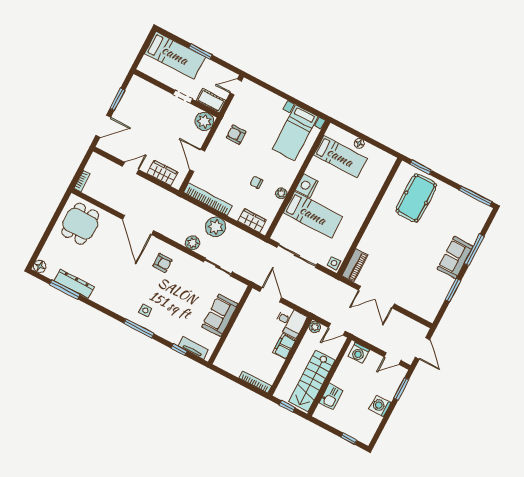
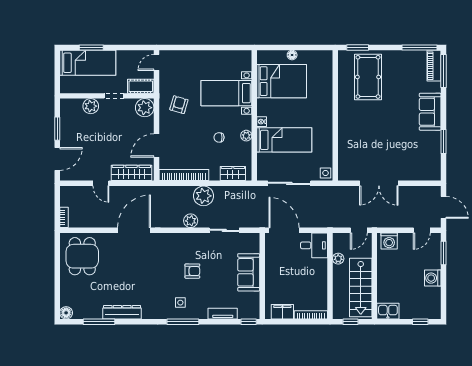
window: (200, 52) -> (91, 48), moved
plant: (157, 95) -> (91, 106), added
bed with nightstands: (295, 133) -> (226, 93), moved, turned 90
armchair: (236, 135) -> (179, 105), turned 106
bed: (340, 157) -> (282, 81), width x1.50
door: (197, 160) -> (156, 146), hinge flipped
door: (131, 168) -> (101, 183), swing flipped
wardrobe: (162, 173) -> (131, 173), width x1.50
nightstand: (307, 186) -> (262, 122), width x0.53, depth x0.56
door: (138, 225) -> (134, 230), swing flipped
window: (474, 250) -> (444, 71), moved
armchair: (163, 263) -> (192, 271), moved
piano: (355, 265) -> (434, 66), moved, turned 180
dresser: (74, 284) -> (122, 312), moved
door: (271, 295) -> (284, 230), width x1.36
plant: (315, 327) -> (338, 259), moved
filing cabinet: (284, 346) -> (282, 312), moved, turned 90
tv unit: (193, 348) -> (223, 314), moved
window: (179, 350) -> (249, 322), moved
kitchen sink: (331, 397) -> (388, 311), moved, turned -90

